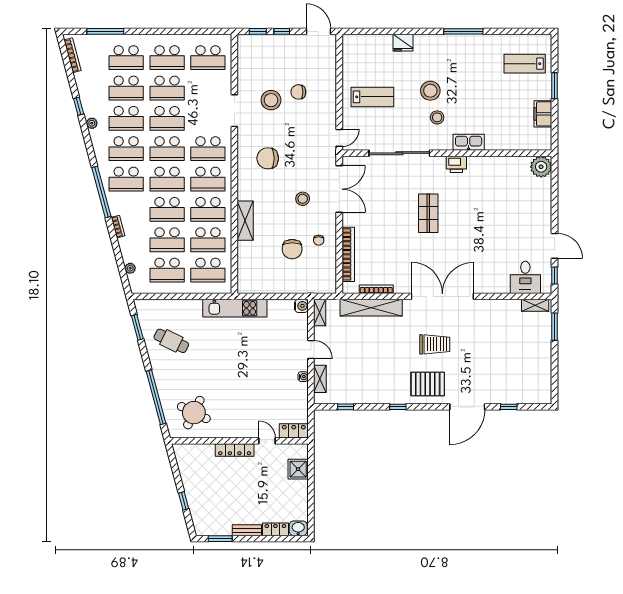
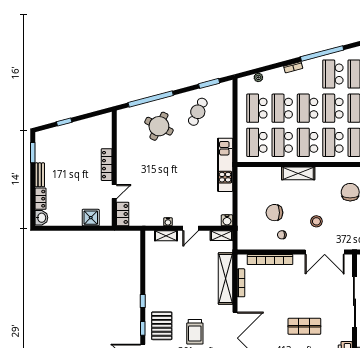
window: (346, 407) -> (143, 328), moved
round table: (194, 413) -> (159, 126), moved

